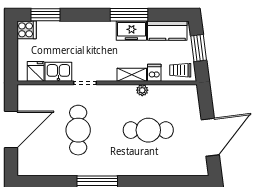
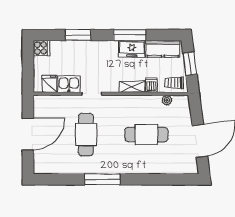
window: (46, 15) -> (78, 35), moved
plant: (142, 90) -> (167, 100), moved

